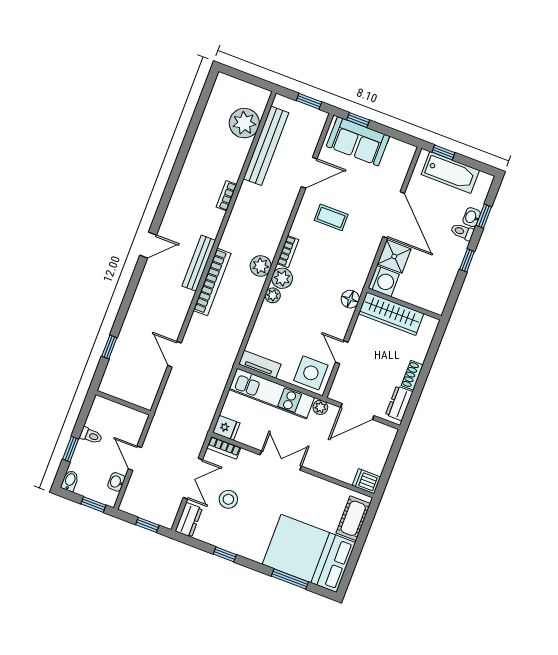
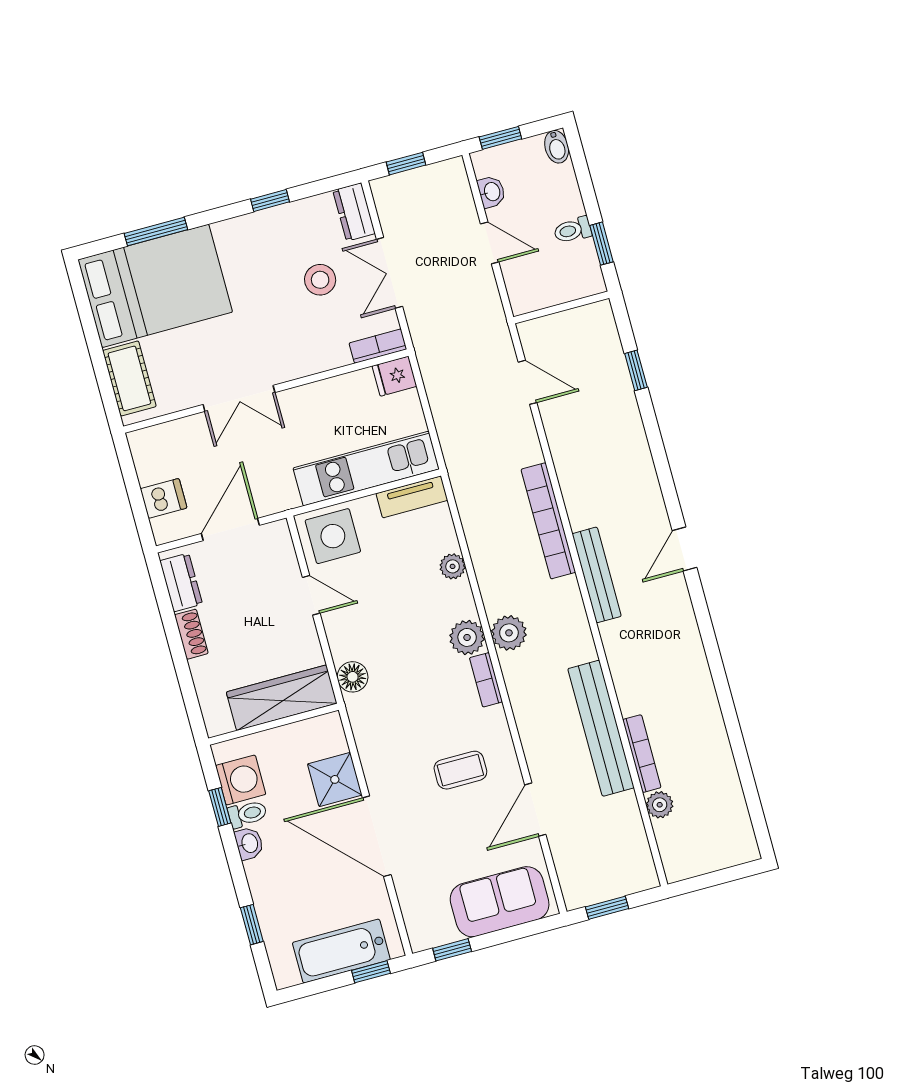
window: (358, 120) -> (452, 950), moved
plant: (244, 123) -> (660, 805), width x0.53, depth x0.53
bench: (266, 146) -> (601, 728), moved
bookcase: (226, 196) -> (642, 754), moved, width x1.56
washbasin: (472, 217) -> (249, 843), moved
toilet: (462, 232) -> (247, 814), moved
window: (467, 260) -> (220, 807), moved
washing machine: (384, 281) -> (241, 780), moved, turned 180
bookcase: (212, 282) -> (548, 521), moved
plant: (273, 295) -> (453, 566), moved
door: (174, 354) -> (528, 382), moved
plant: (320, 407) -> (286, 498), removed
window: (71, 449) -> (601, 244), moved
double door: (281, 460) -> (239, 398), moved
dishwasher: (366, 481) -> (164, 498), moved

